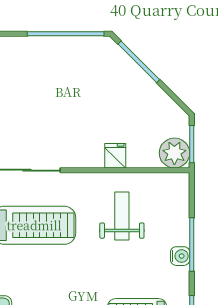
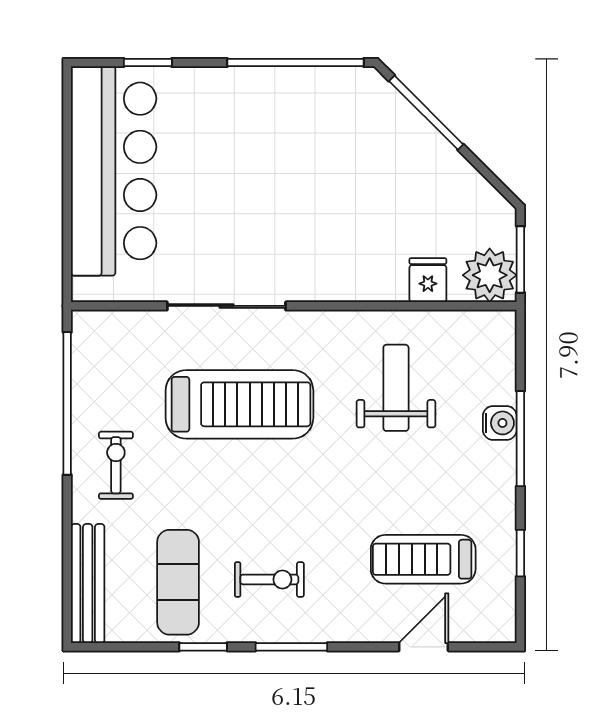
fridge: (115, 156) -> (428, 280), moved
water cooler: (180, 256) -> (500, 423), moved

